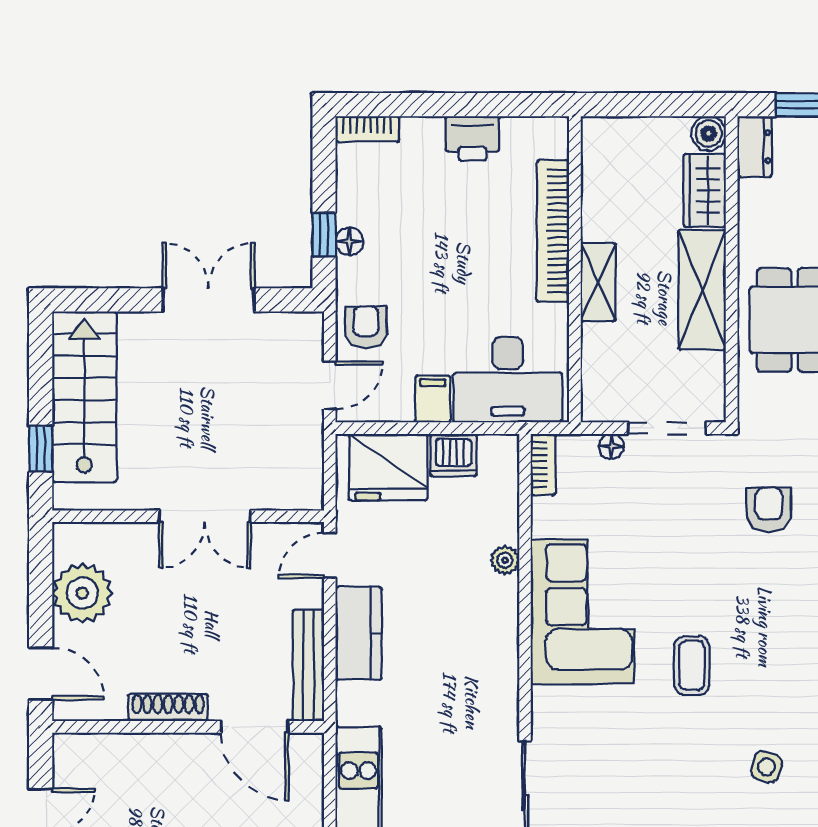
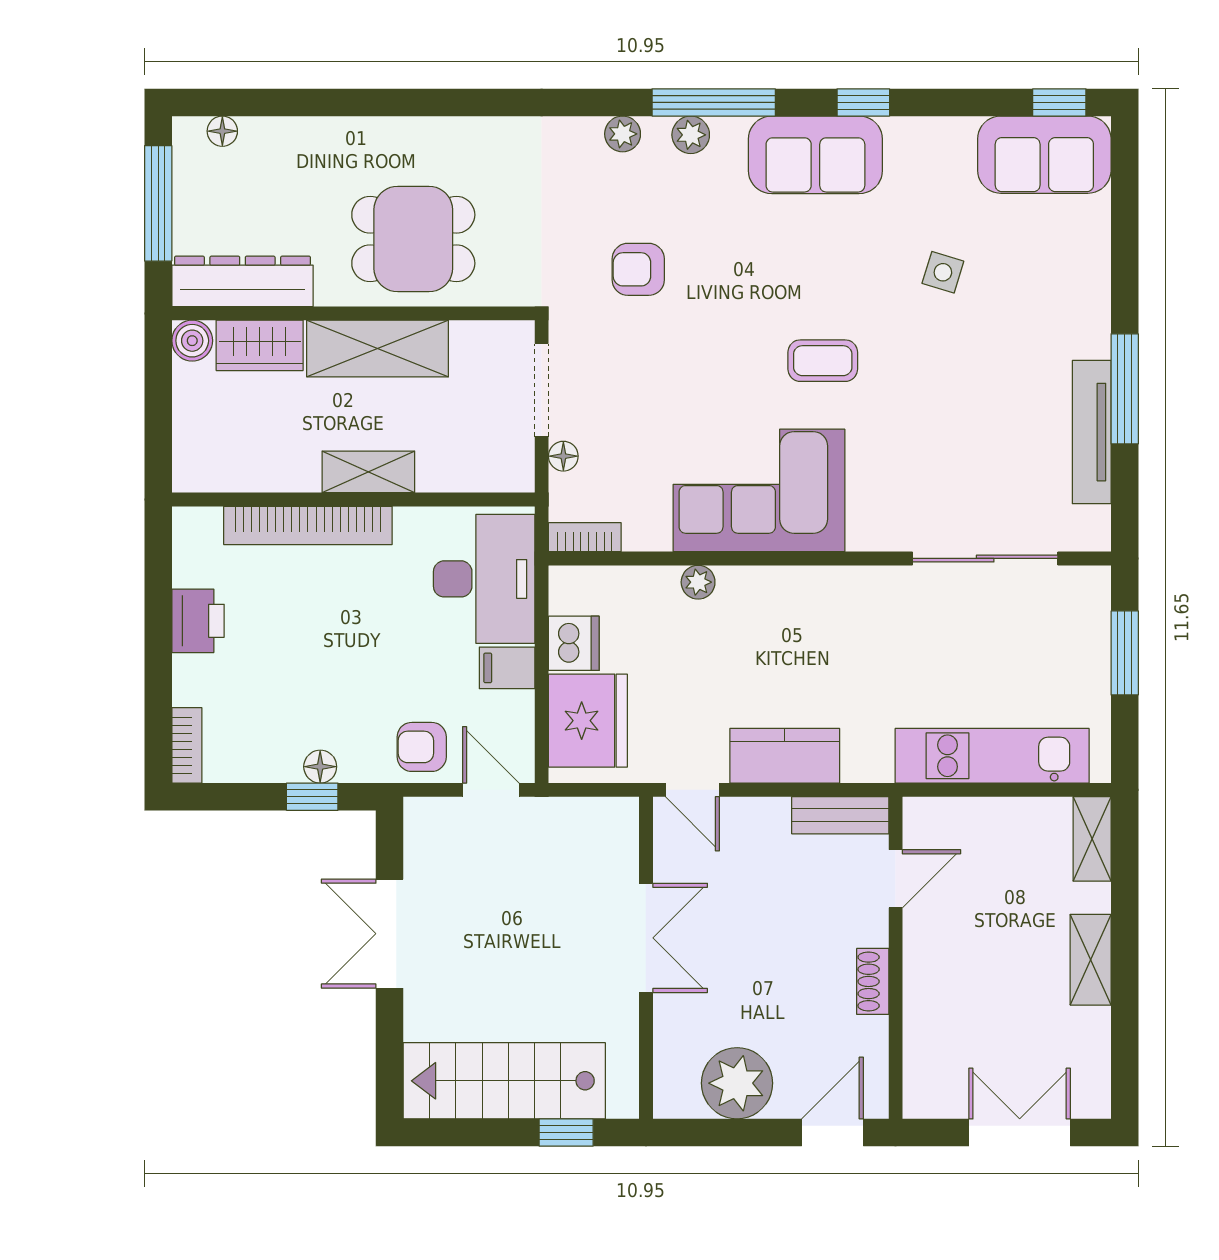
dresser: (755, 147) -> (243, 281), width x1.96, depth x1.24
bench: (308, 665) -> (840, 815), width x0.73
shoe rack: (168, 708) -> (873, 981), width x0.70
door: (255, 727) -> (896, 879), width x0.73

